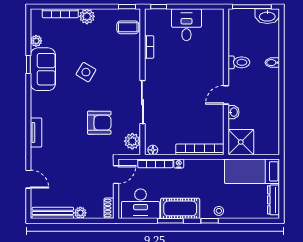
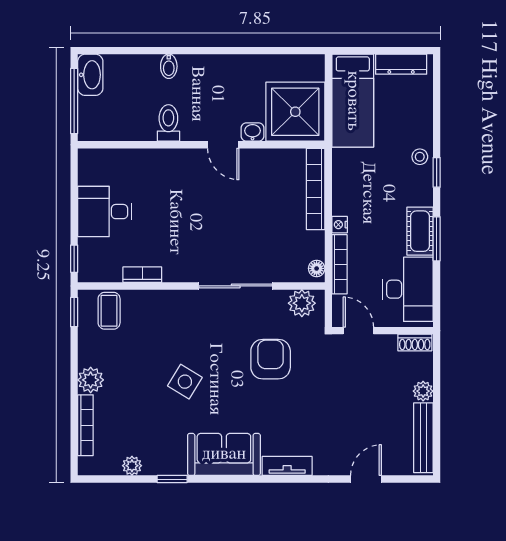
sofa: (43, 69) -> (224, 454), moved
shower: (241, 142) -> (295, 112), width x1.37, depth x1.37
cot: (180, 208) -> (420, 231), width x0.73, depth x0.75

